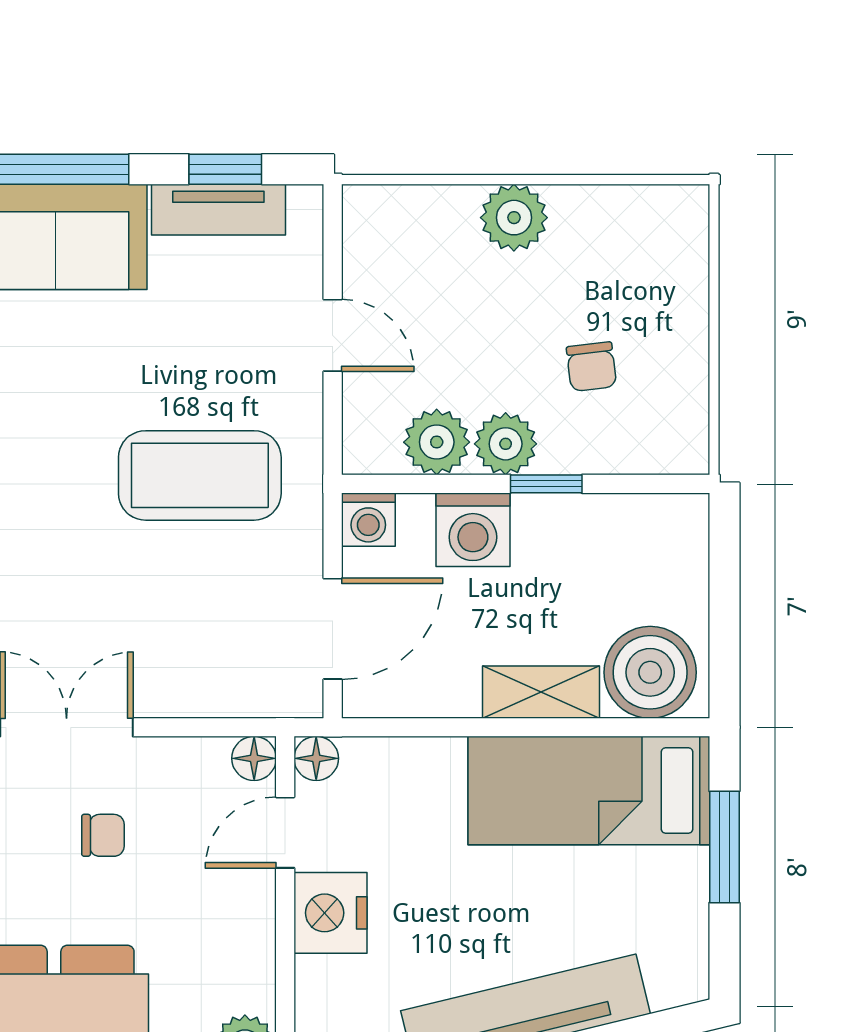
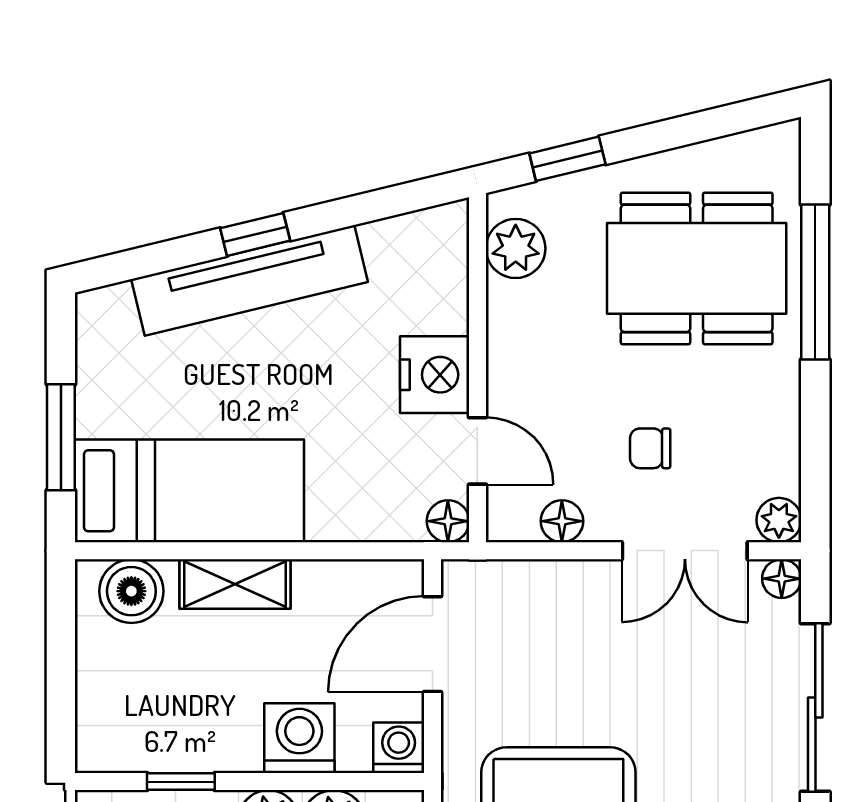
window: (546, 484) -> (181, 782), moved
boiler: (650, 672) -> (131, 591), width x0.73, depth x0.73
floor lamp: (254, 758) -> (562, 521), moved
door: (285, 833) -> (477, 451), hinge flipped

